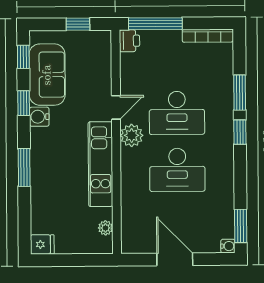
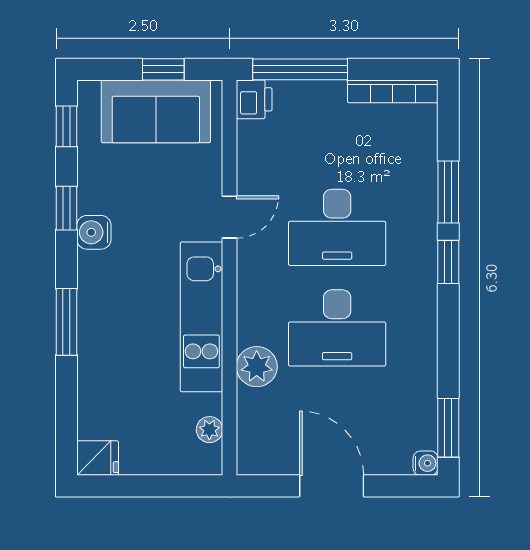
sofa: (47, 75) -> (156, 111), moved, turned 90
plant: (132, 135) -> (257, 367), moved

